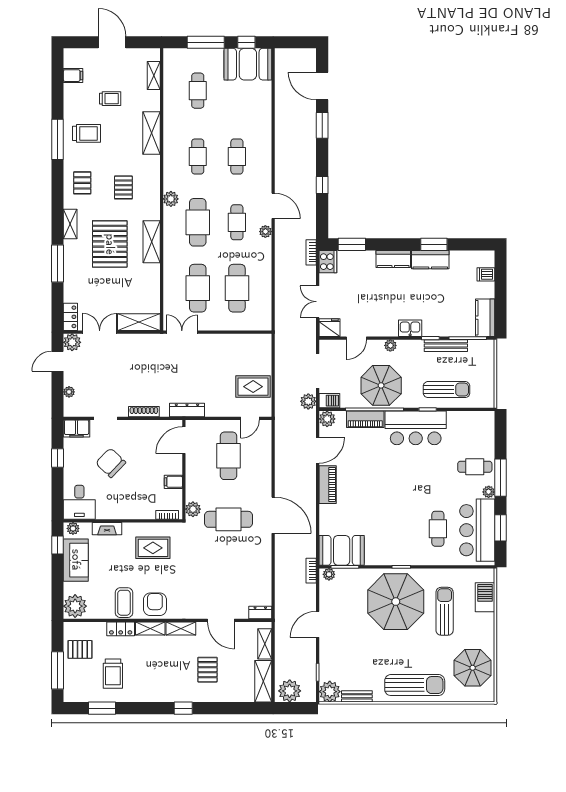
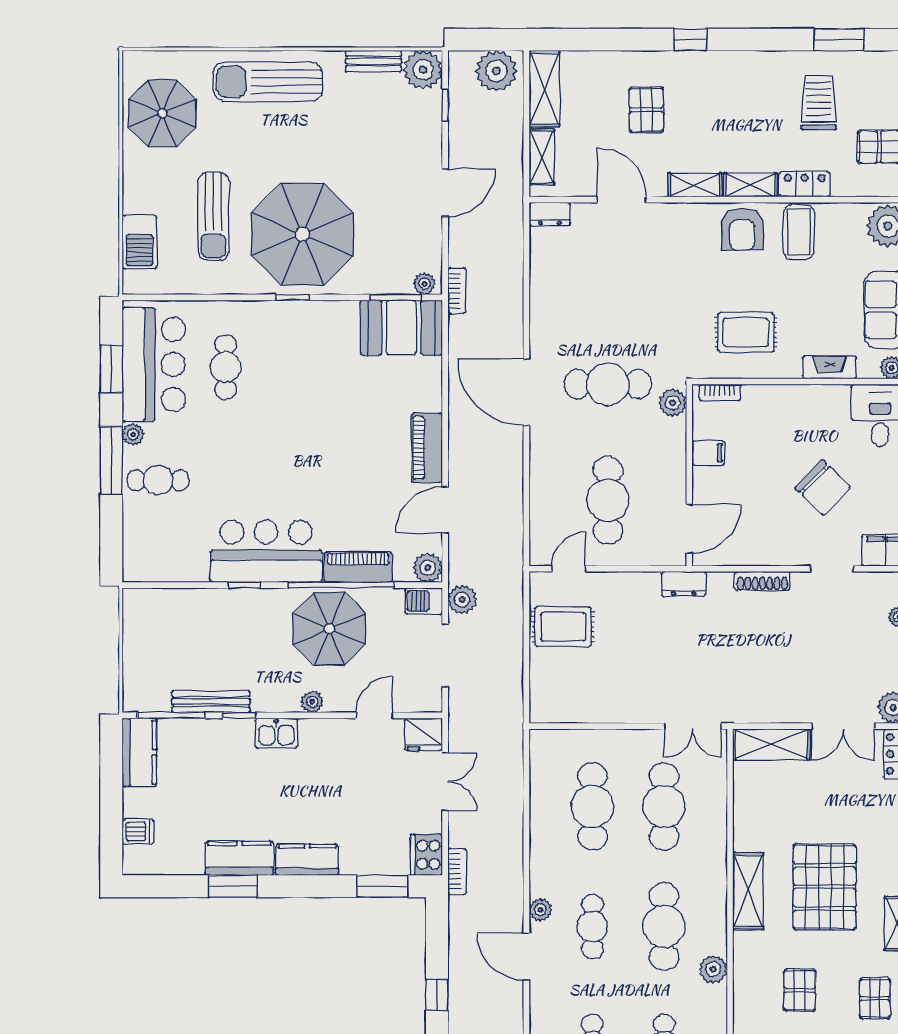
sun lounger: (447, 390) -> (210, 621), removed
dresser: (187, 410) -> (684, 584), width x0.70

